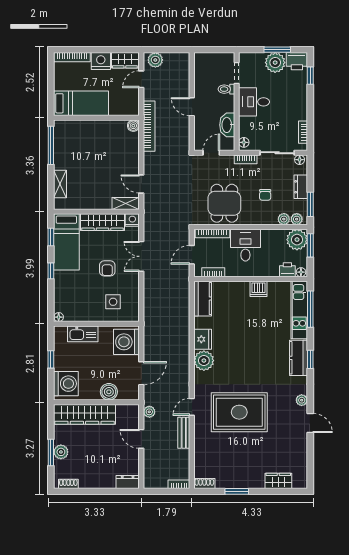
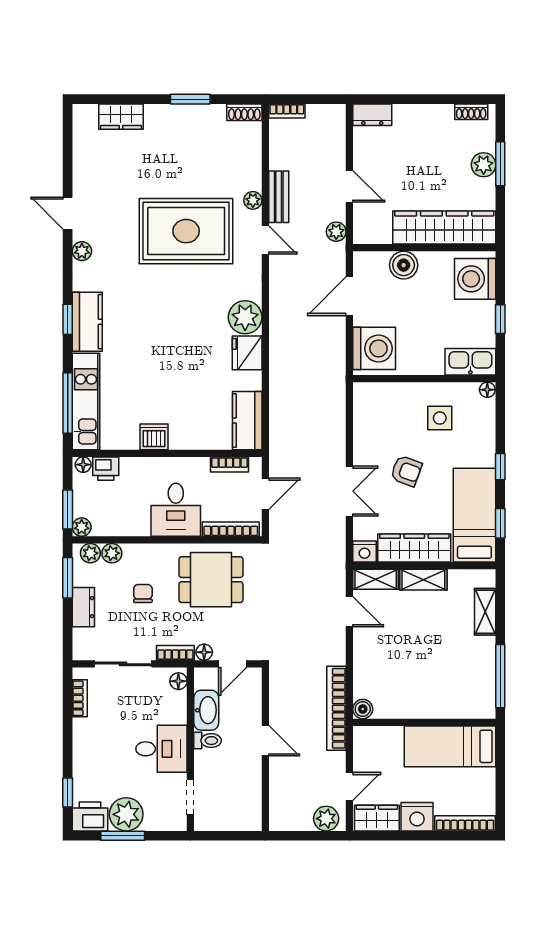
toilet: (226, 89) -> (208, 741), moved
floor lamp: (300, 160) -> (204, 652), moved
shelving: (97, 203) -> (423, 580), added
dining table: (224, 203) -> (211, 580), turned 90
plant: (297, 240) -> (82, 527), width x0.53, depth x0.53
armchair: (107, 268) -> (406, 471), turned 110
side table: (113, 302) -> (440, 418), moved
kitchen sink: (83, 334) -> (470, 362), moved
door: (192, 407) -> (265, 240), hinge flipped
plant: (199, 431) -> (253, 200), added

